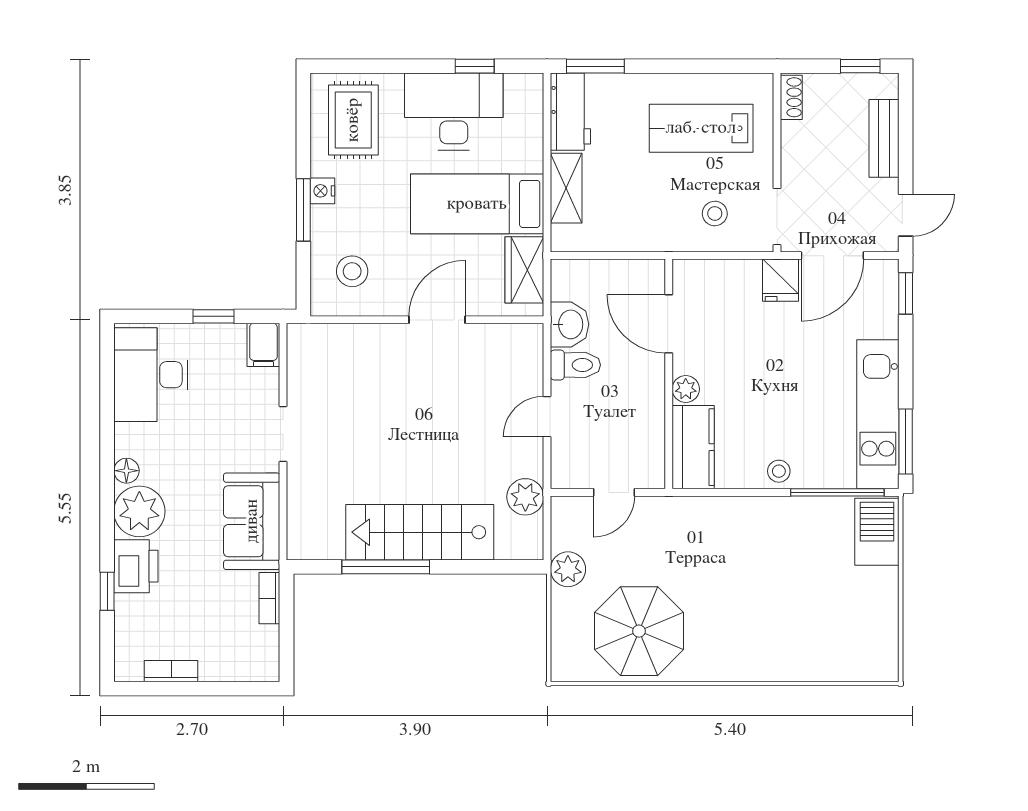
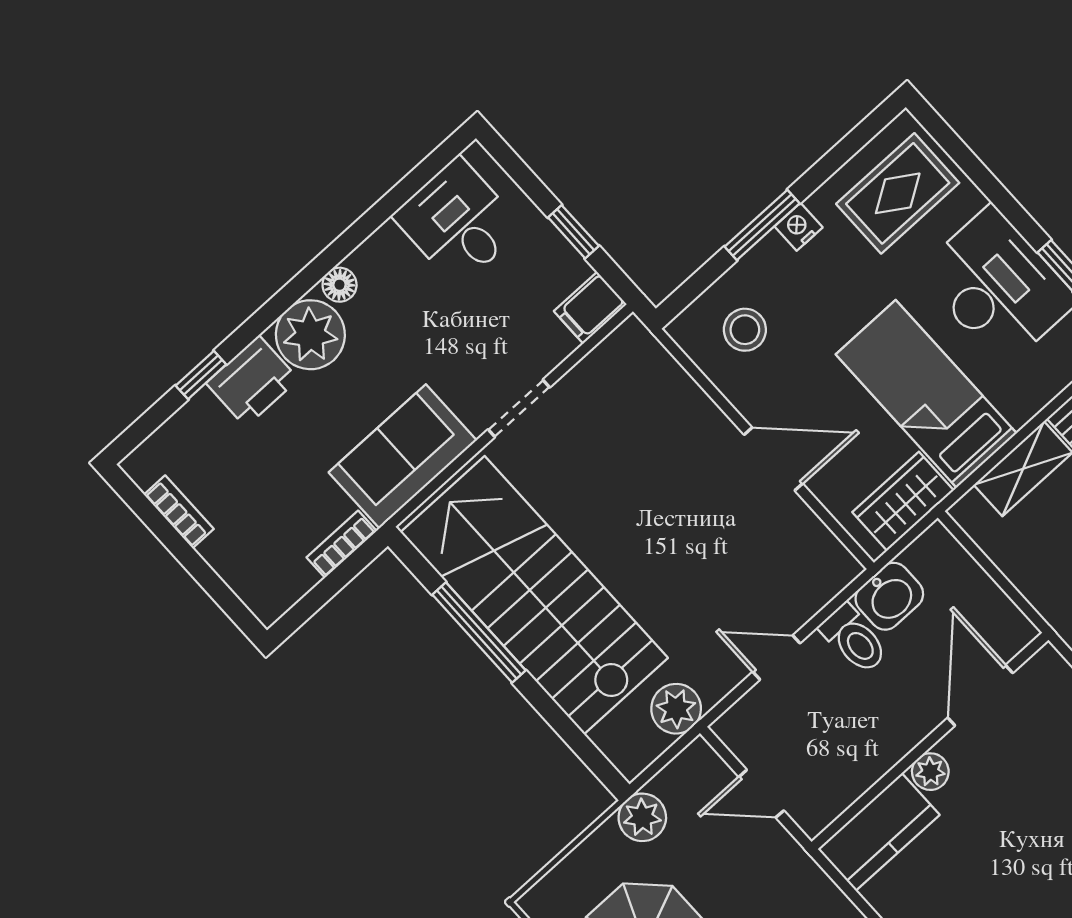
desk: (151, 375) -> (458, 222), width x0.73
stairs: (420, 532) -> (534, 595), width x1.36, depth x1.51

